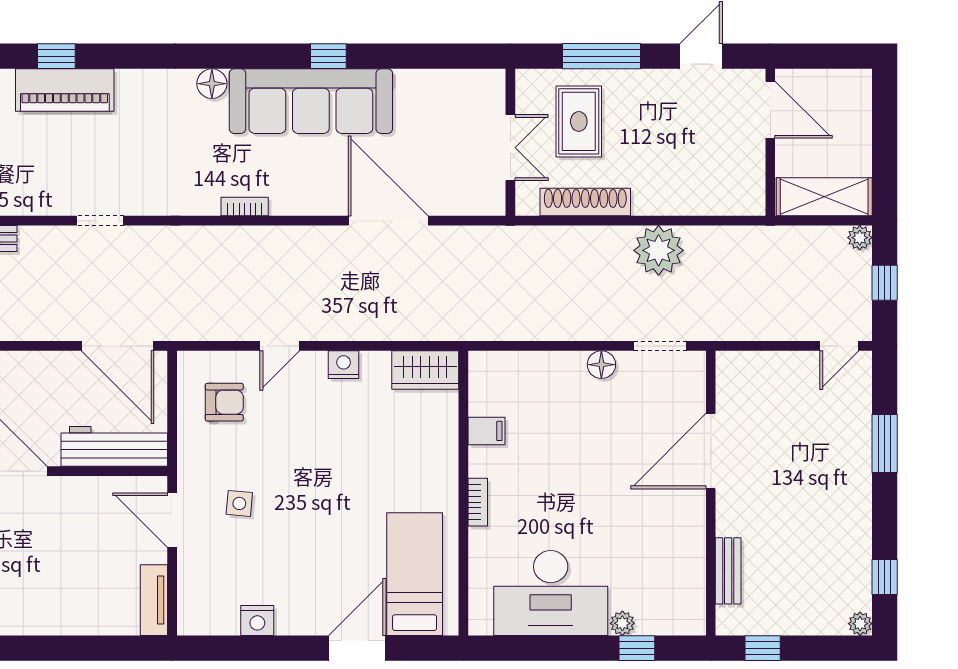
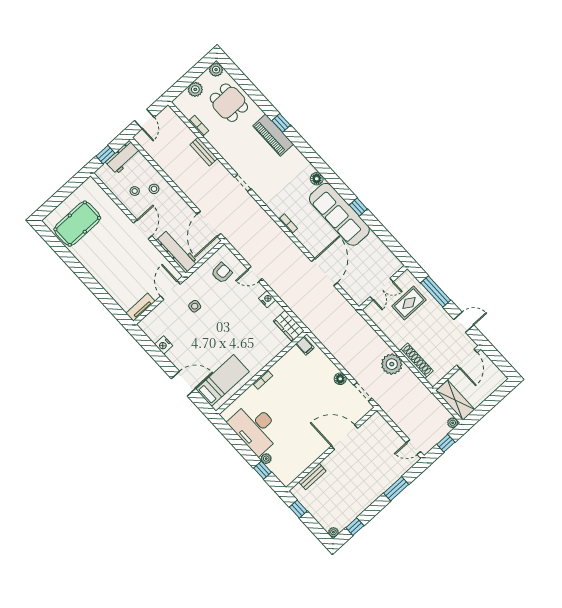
shoe rack: (585, 202) -> (416, 361), moved
armchair: (224, 402) -> (222, 273), turned -94
filing cabinet: (487, 431) -> (305, 346), moved

